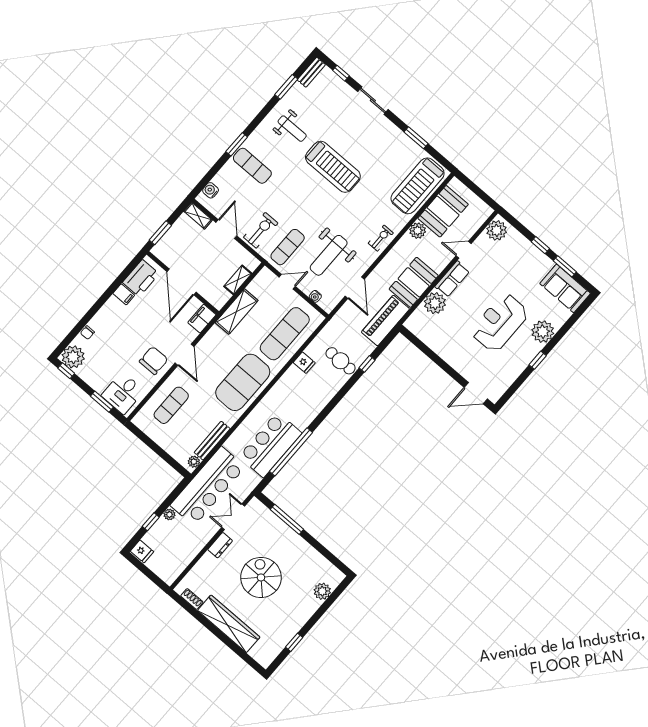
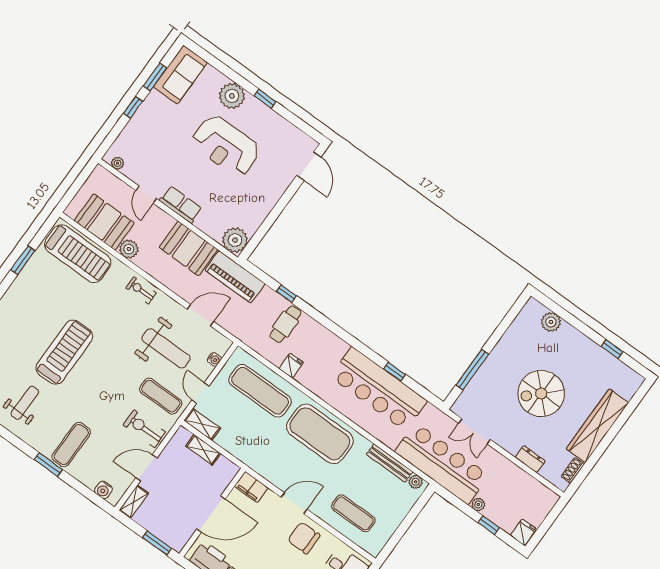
plant: (497, 230) -> (118, 163), width x0.53, depth x0.53
plant: (435, 303) -> (235, 240), moved
shelving: (237, 312) -> (202, 424), moved, width x0.67, depth x0.75
bar counter: (270, 445) -> (379, 389), width x1.36
window: (291, 452) -> (395, 372), width x0.32
dresser: (220, 545) -> (530, 459), moved

